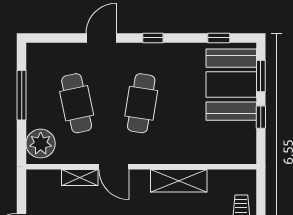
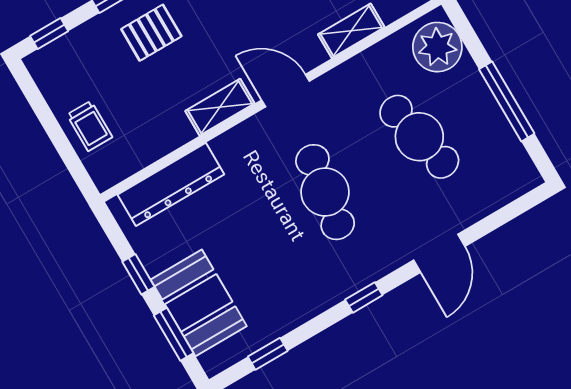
booth: (231, 85) -> (199, 303), width x0.73, depth x0.70
dresser: (217, 153) -> (171, 184), added
door: (114, 167) -> (286, 91), moved
shelving: (179, 181) -> (220, 107), width x0.67, depth x0.75

